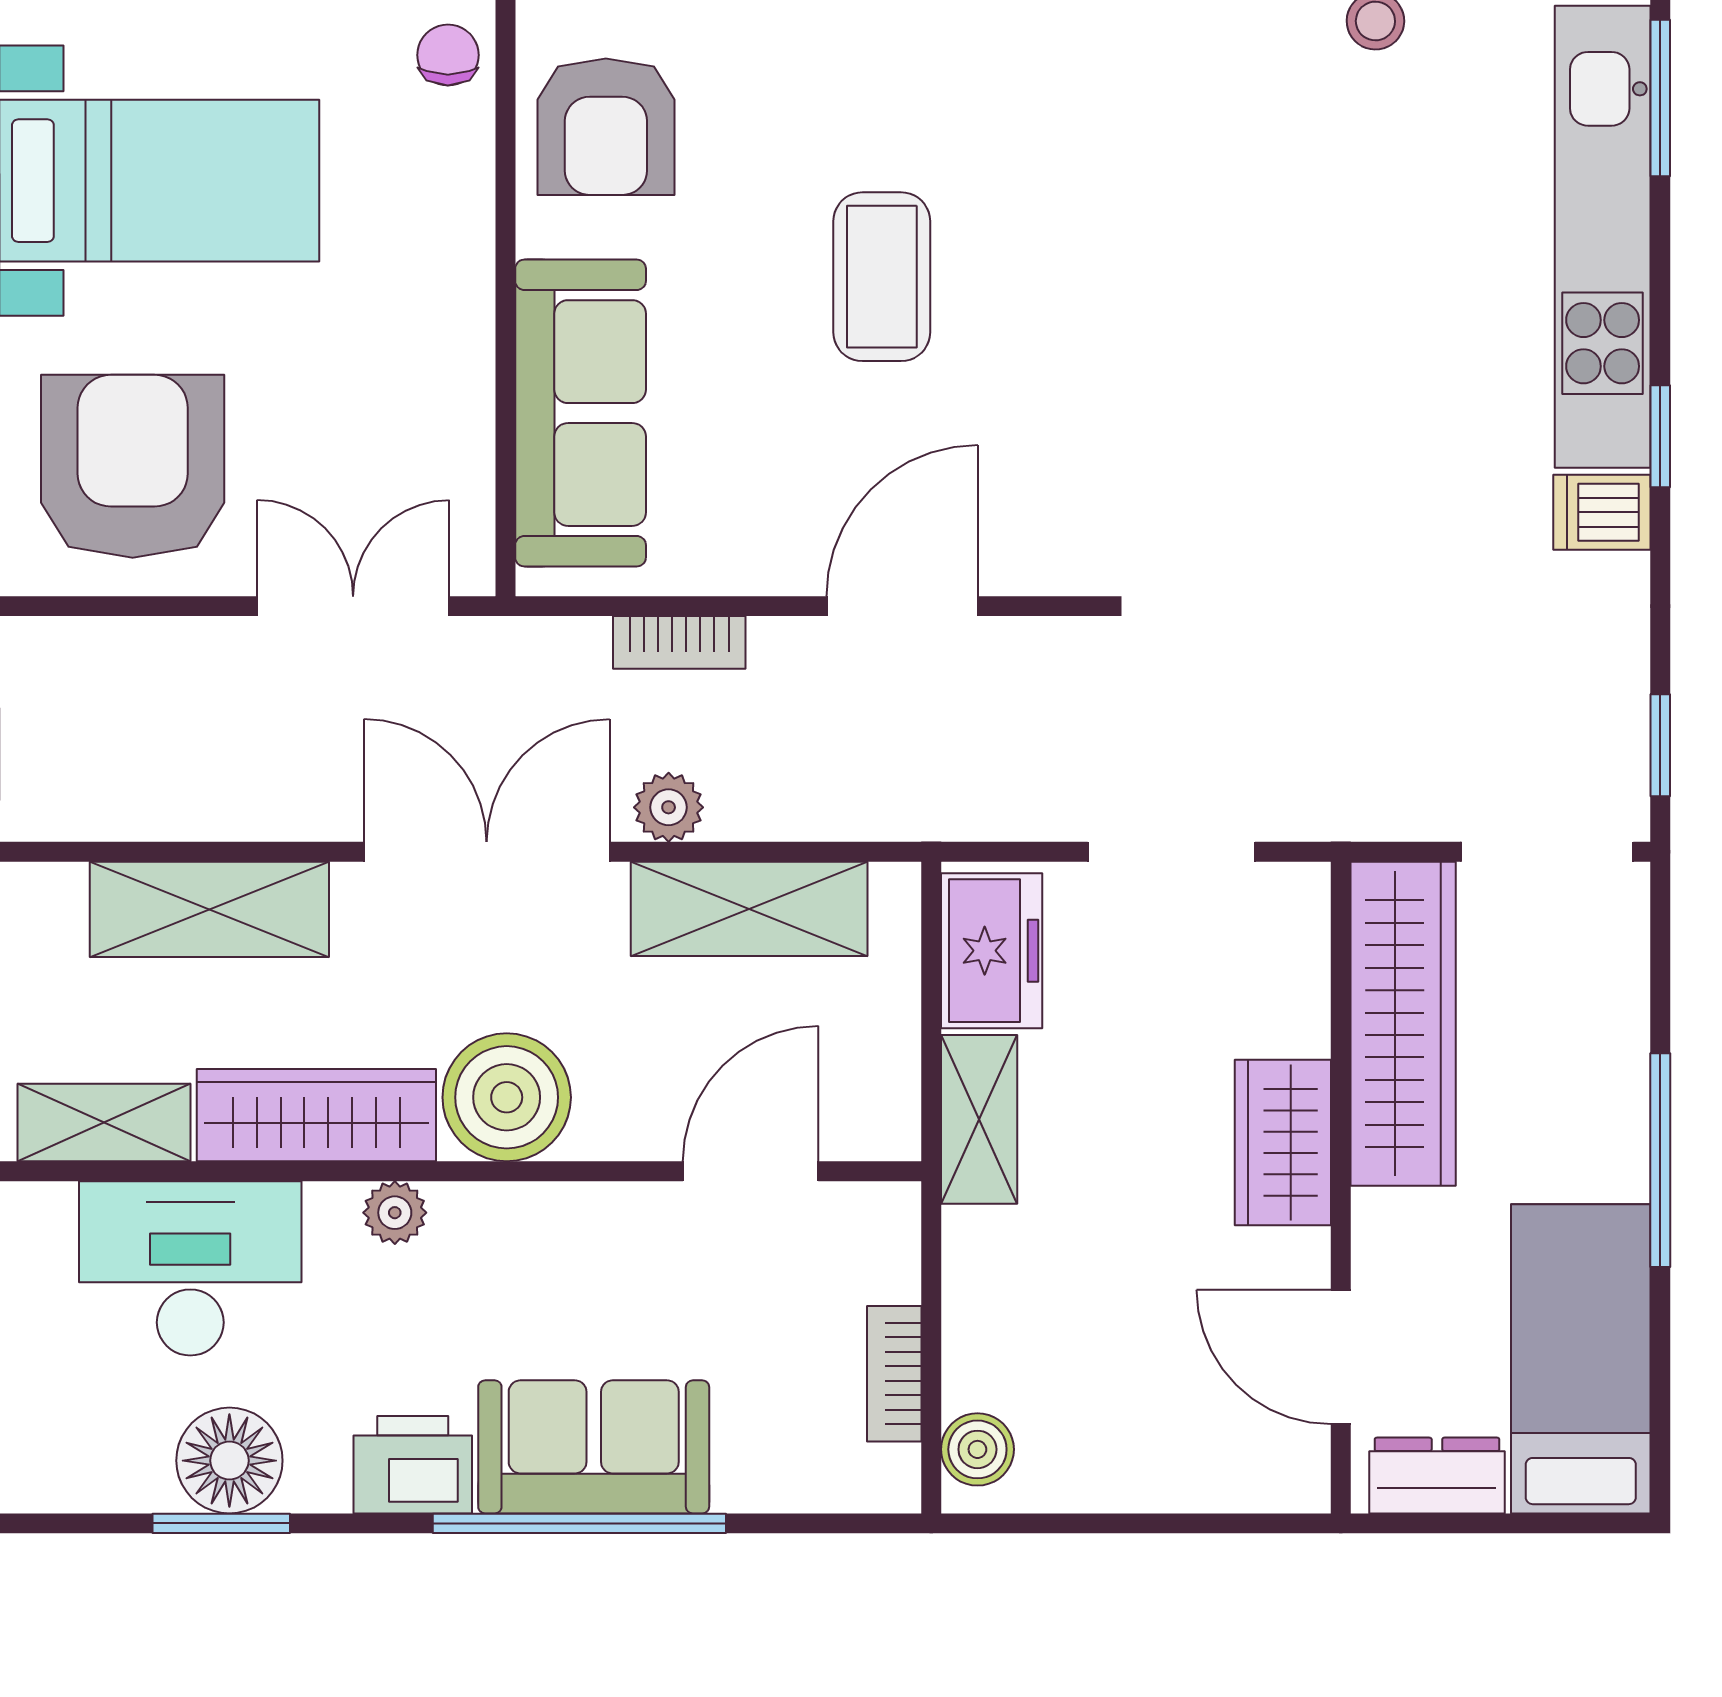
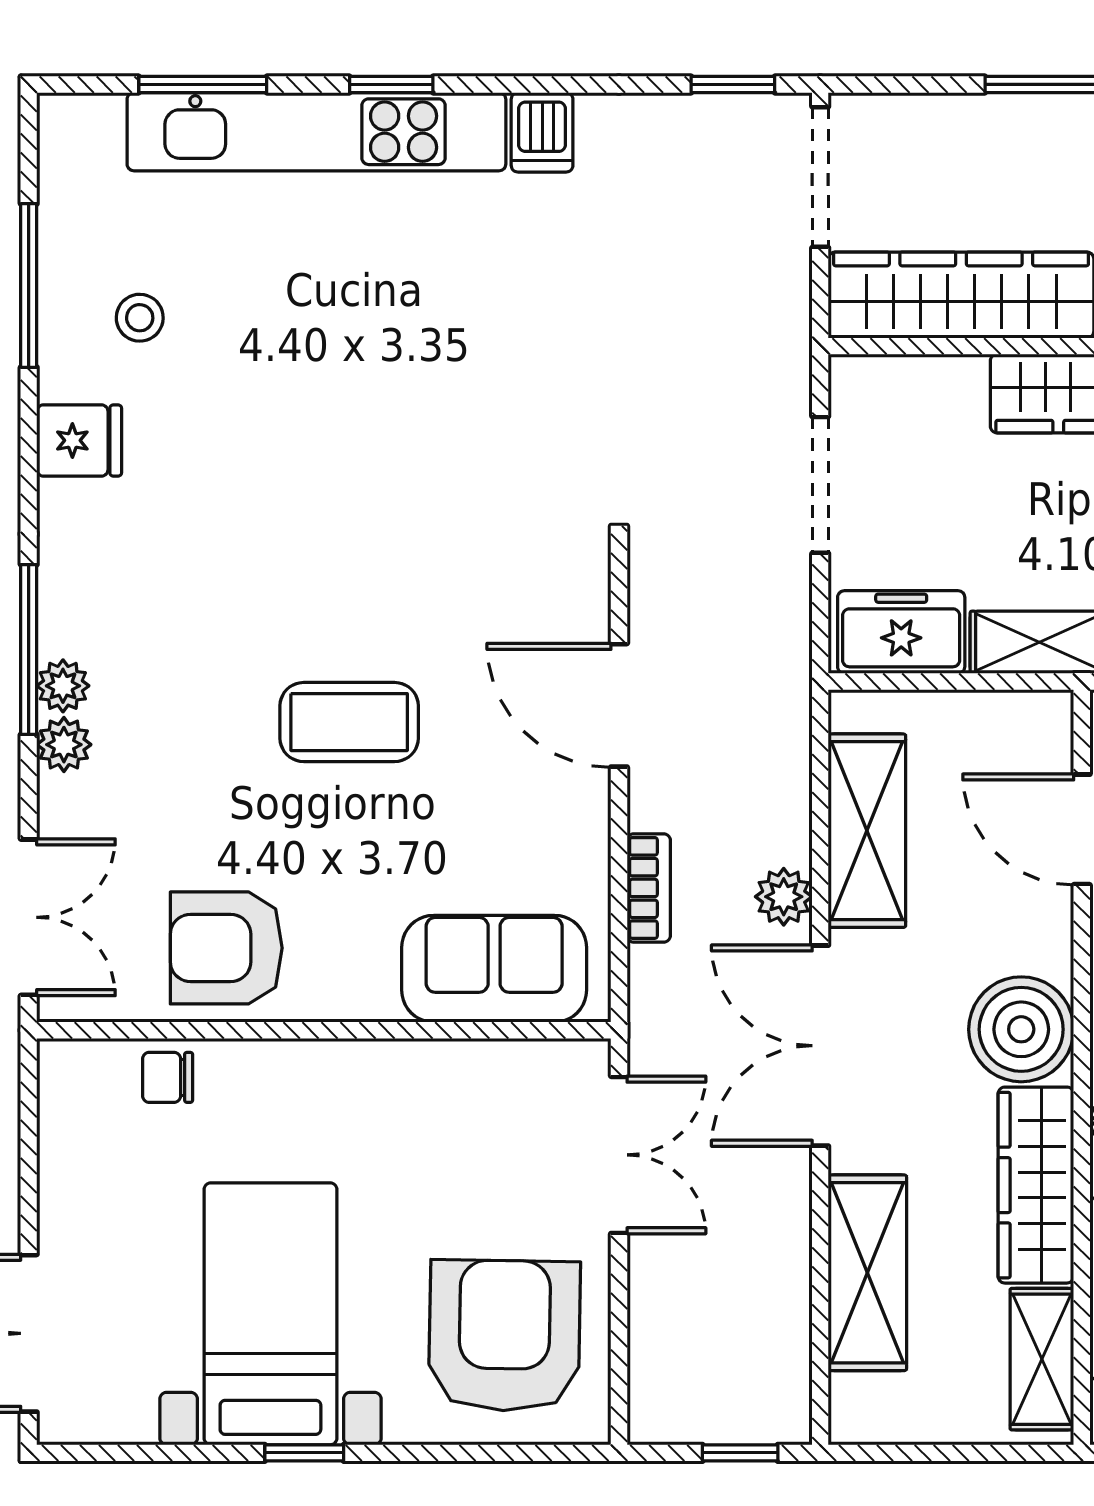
armchair: (606, 127) -> (226, 948), turned 180
sofa: (581, 413) -> (494, 969), width x0.73
window: (1660, 436) -> (391, 84), moved
armchair: (133, 466) -> (504, 1336), turned 91
double door: (353, 606) -> (619, 1155), swing flipped

